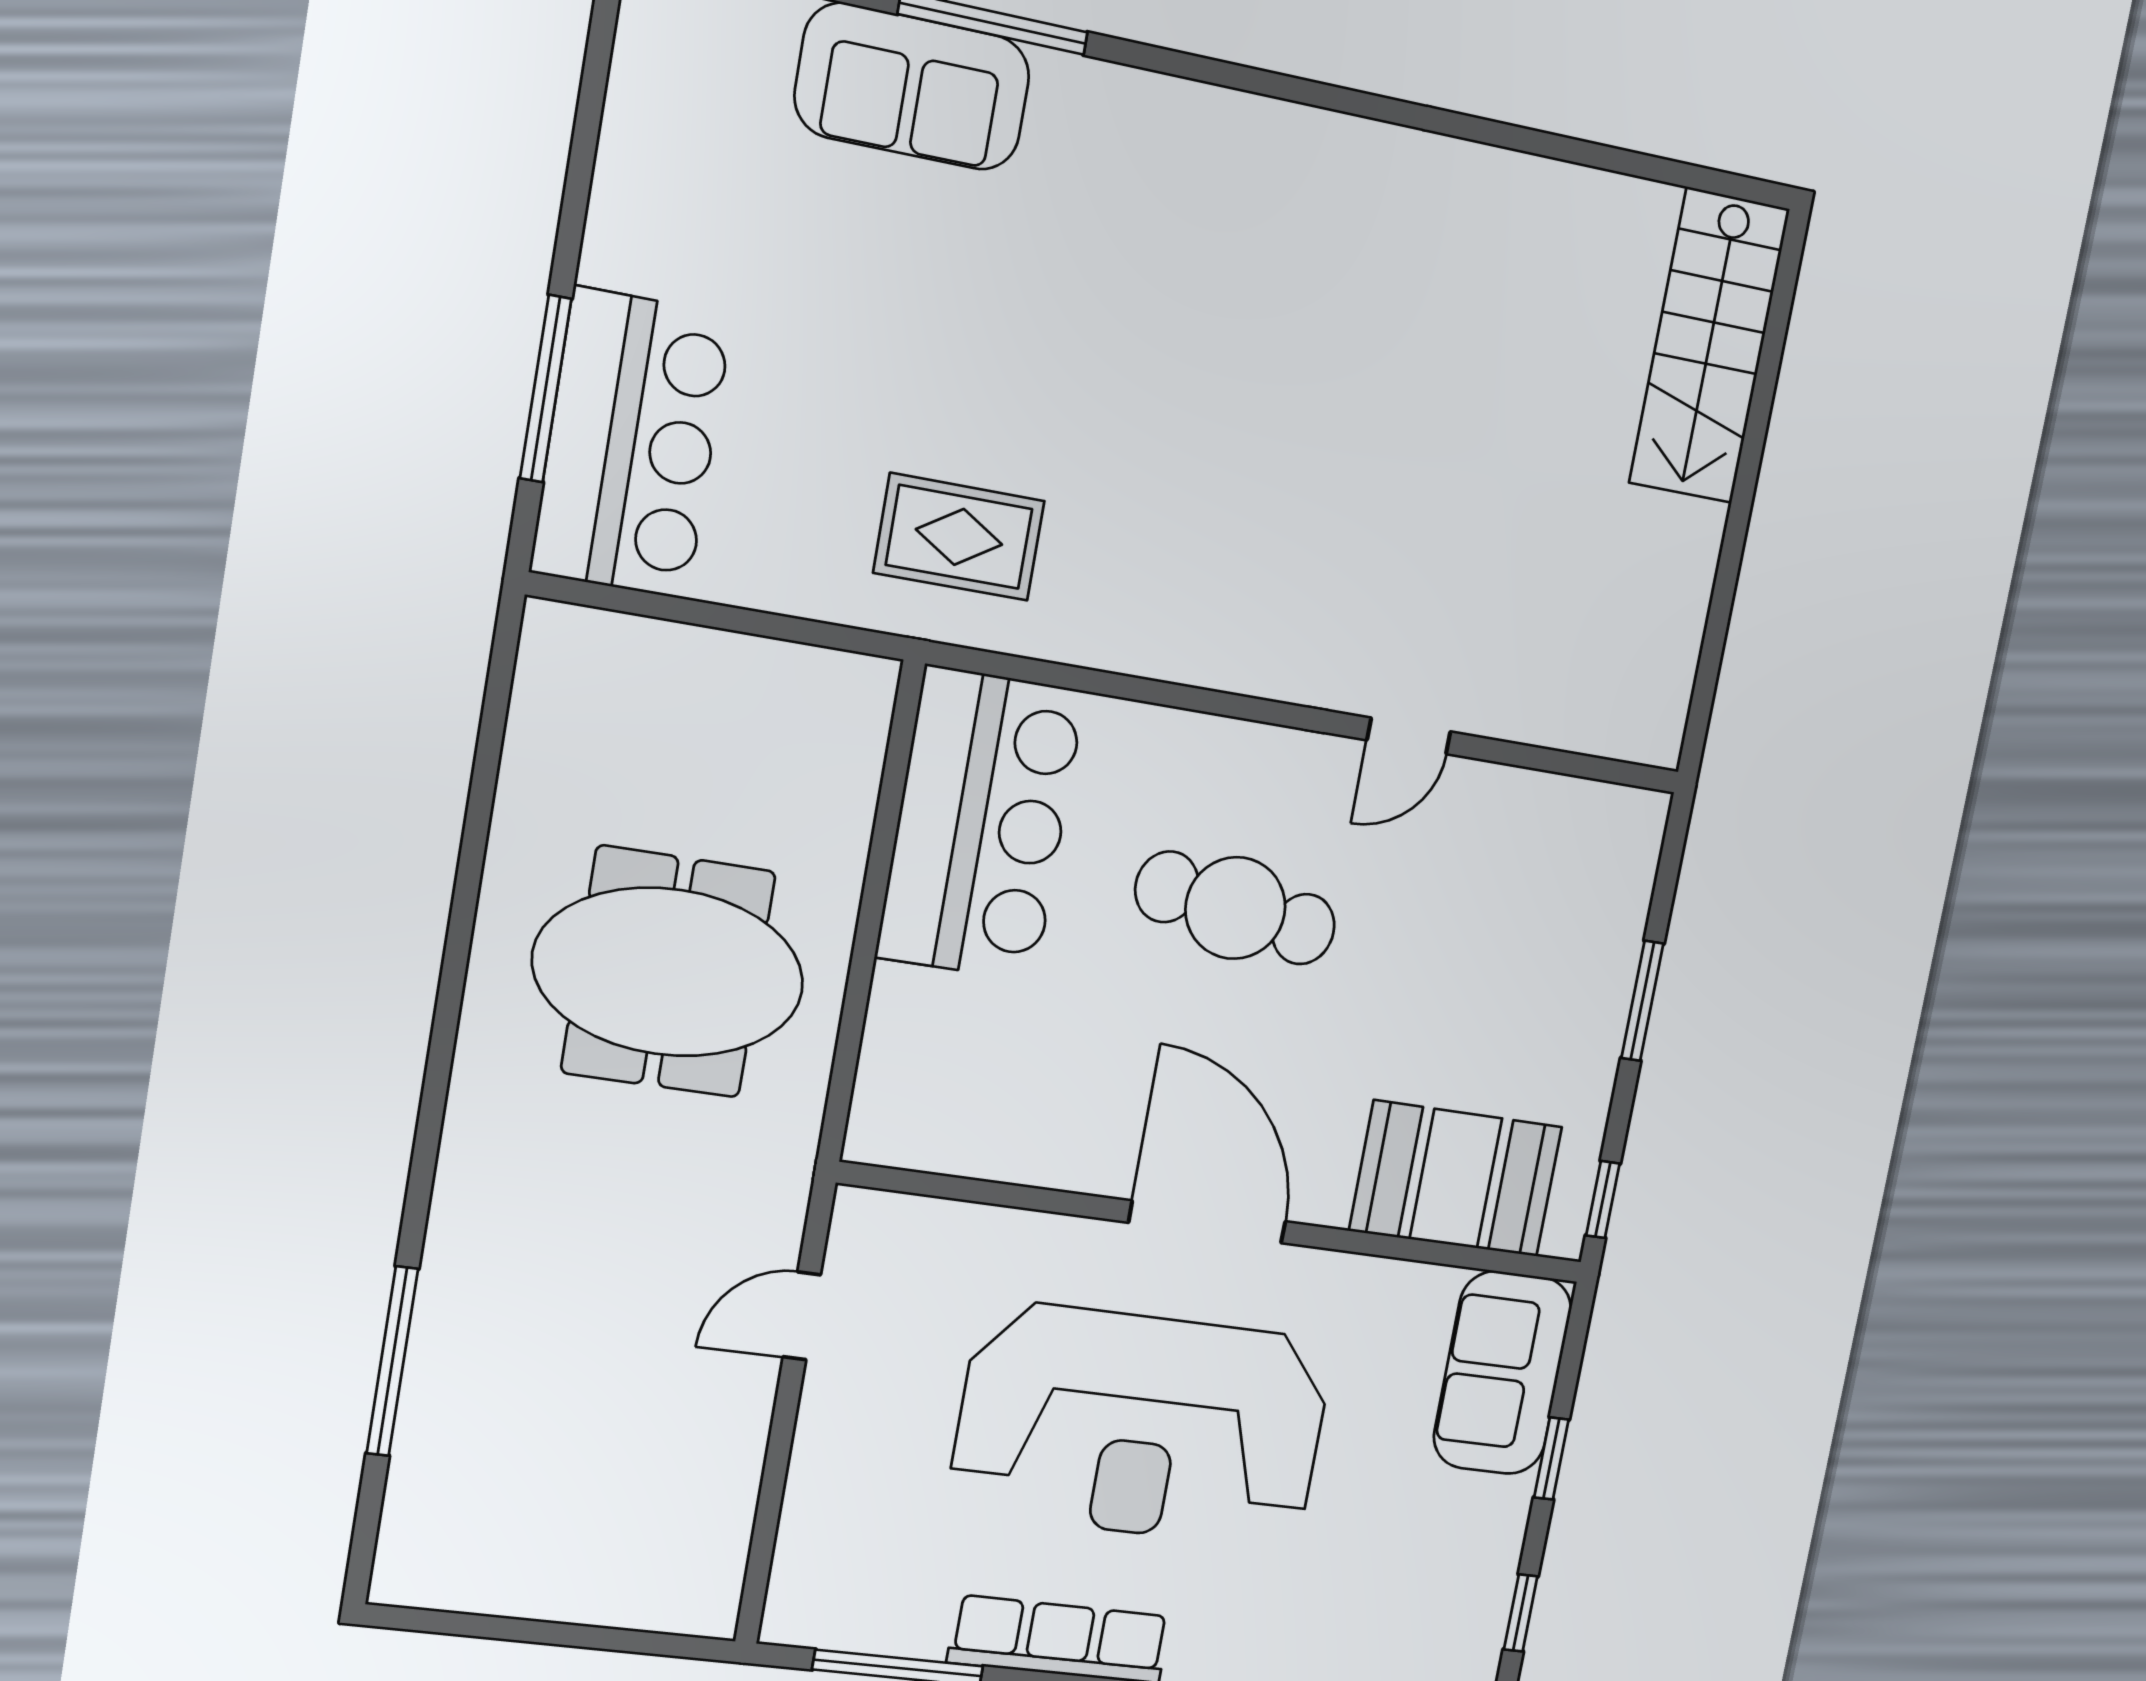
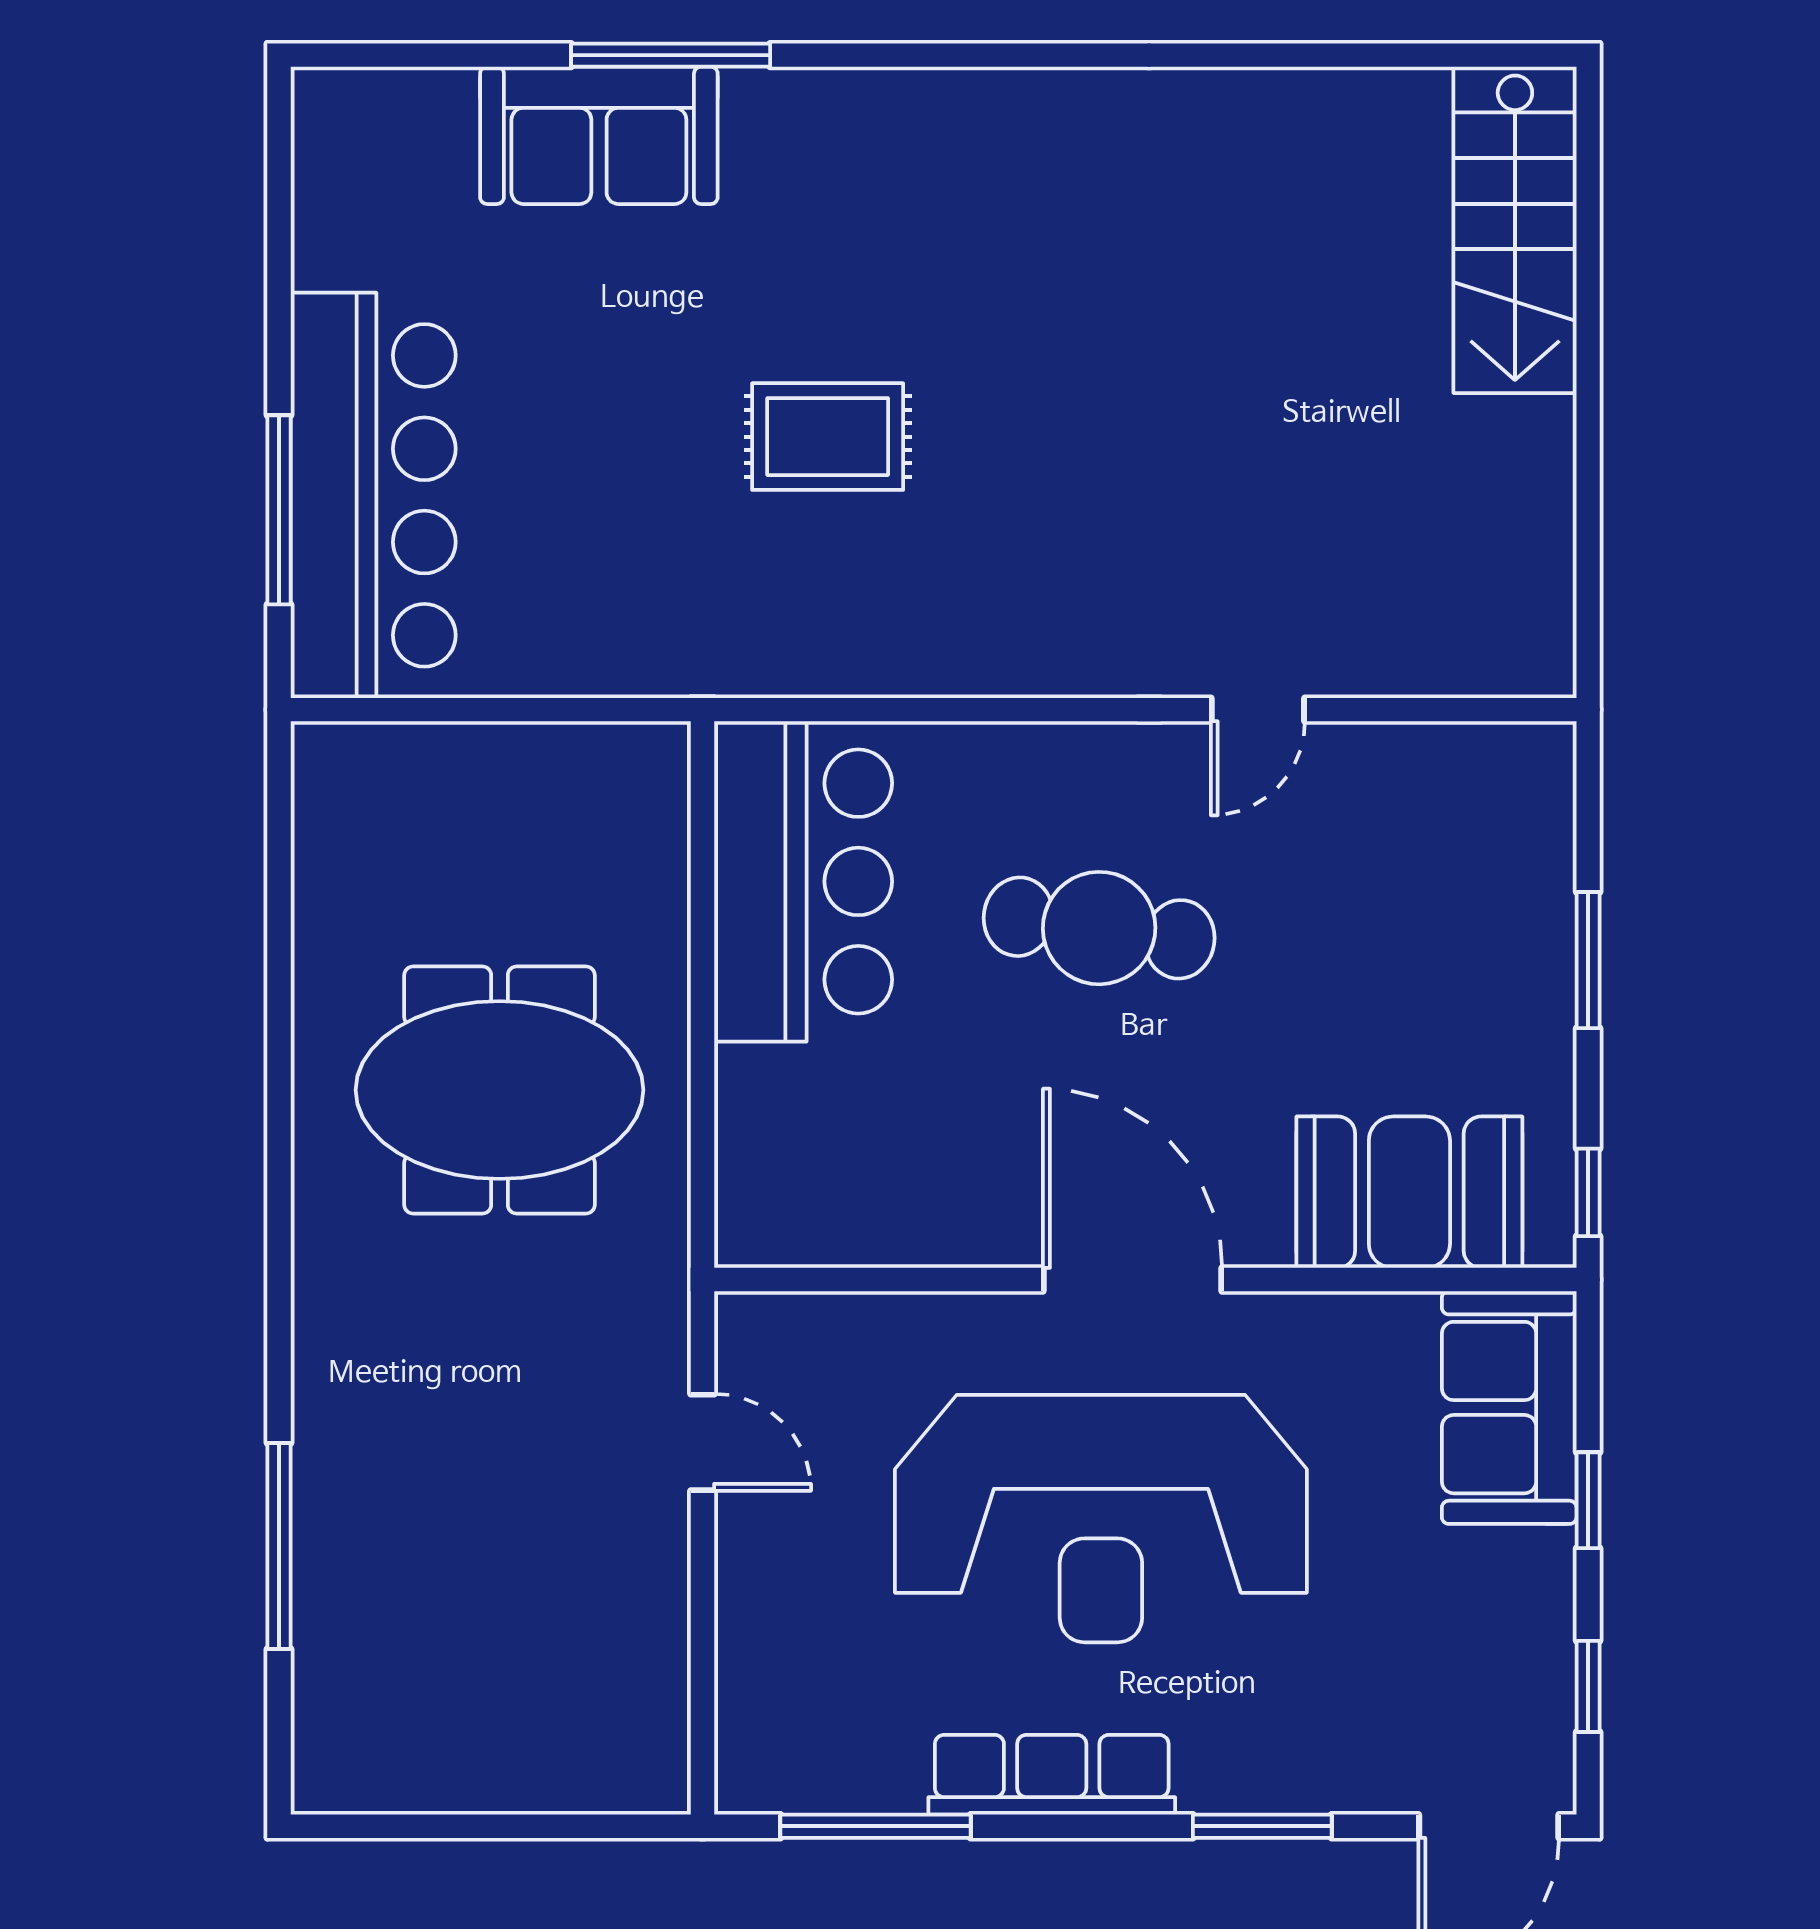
bar counter: (631, 444) -> (373, 495), width x1.36
rug: (959, 537) -> (828, 437), moved
door: (802, 1316) -> (703, 1442), swing flipped

